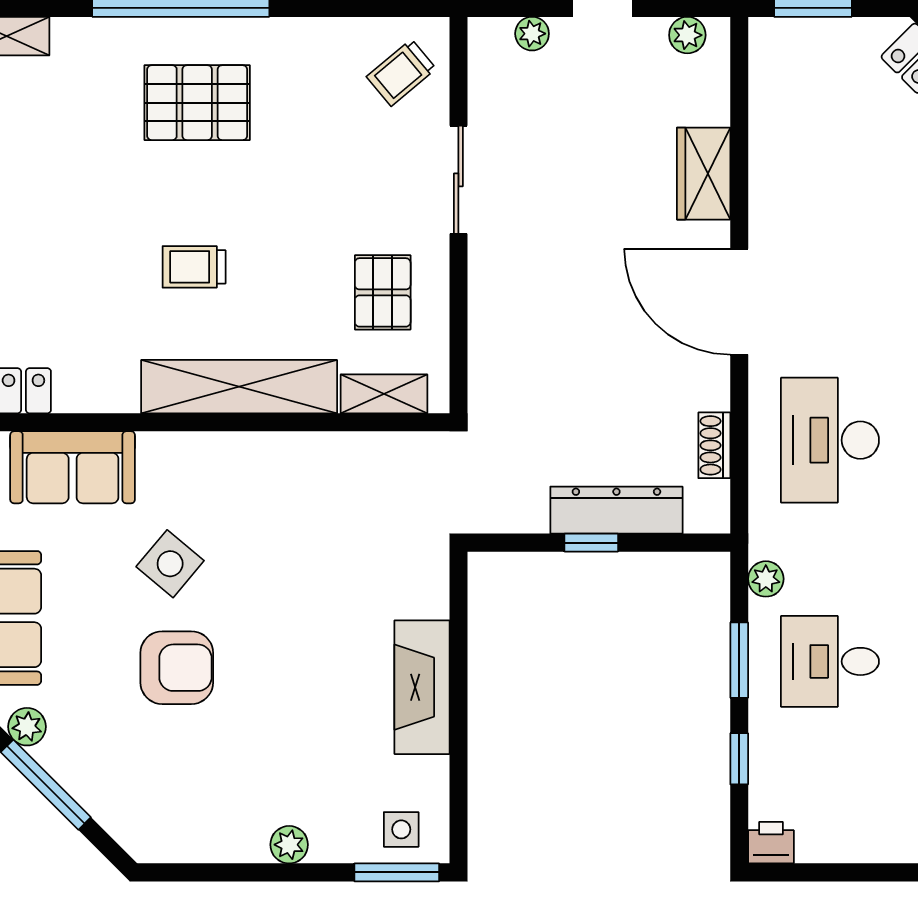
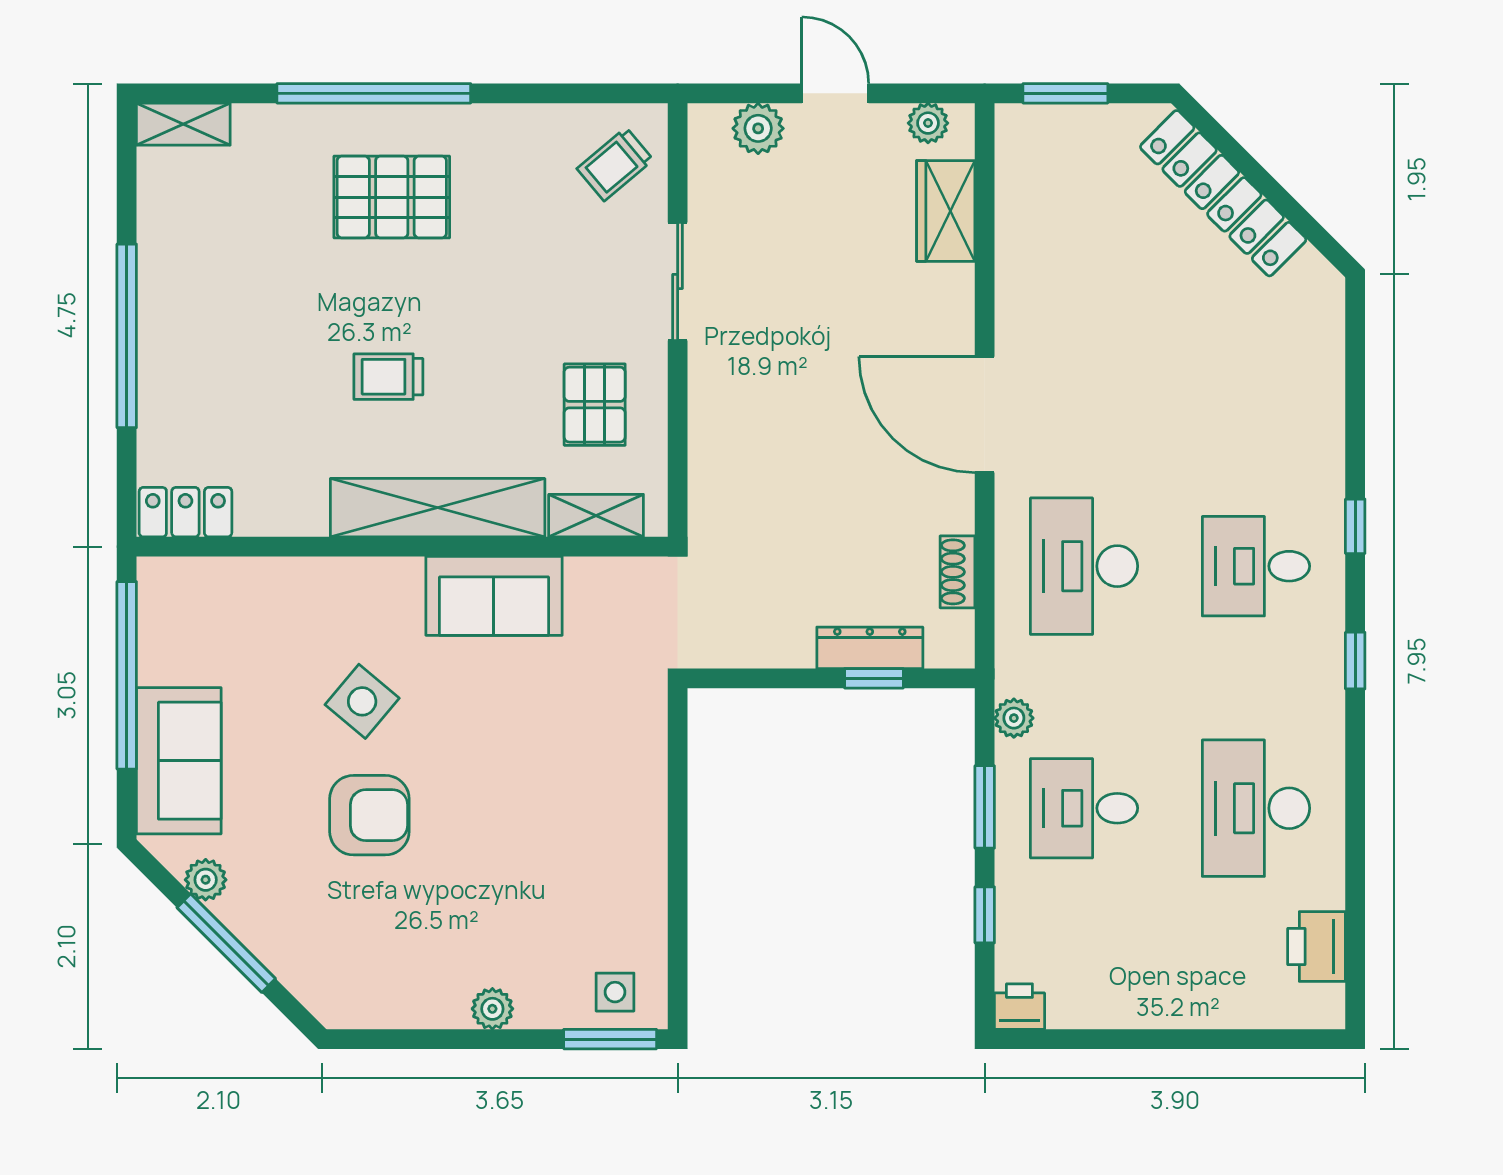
plant: (532, 34) -> (758, 128), width x1.38, depth x1.38
wardrobe: (704, 174) -> (946, 211), moved
sofa: (73, 467) -> (494, 596), moved
dresser: (616, 510) -> (870, 648), width x0.73, depth x0.80
window: (591, 543) -> (874, 678), moved
fireplace: (422, 687) -> (638, 836), removed

